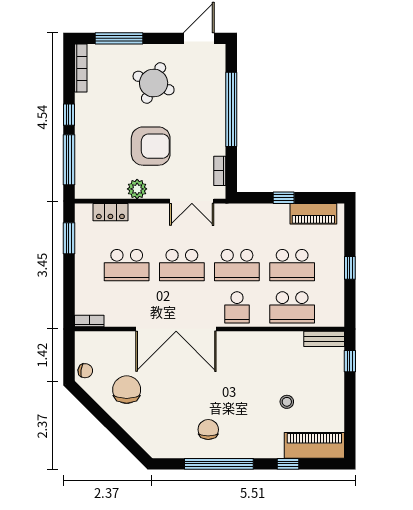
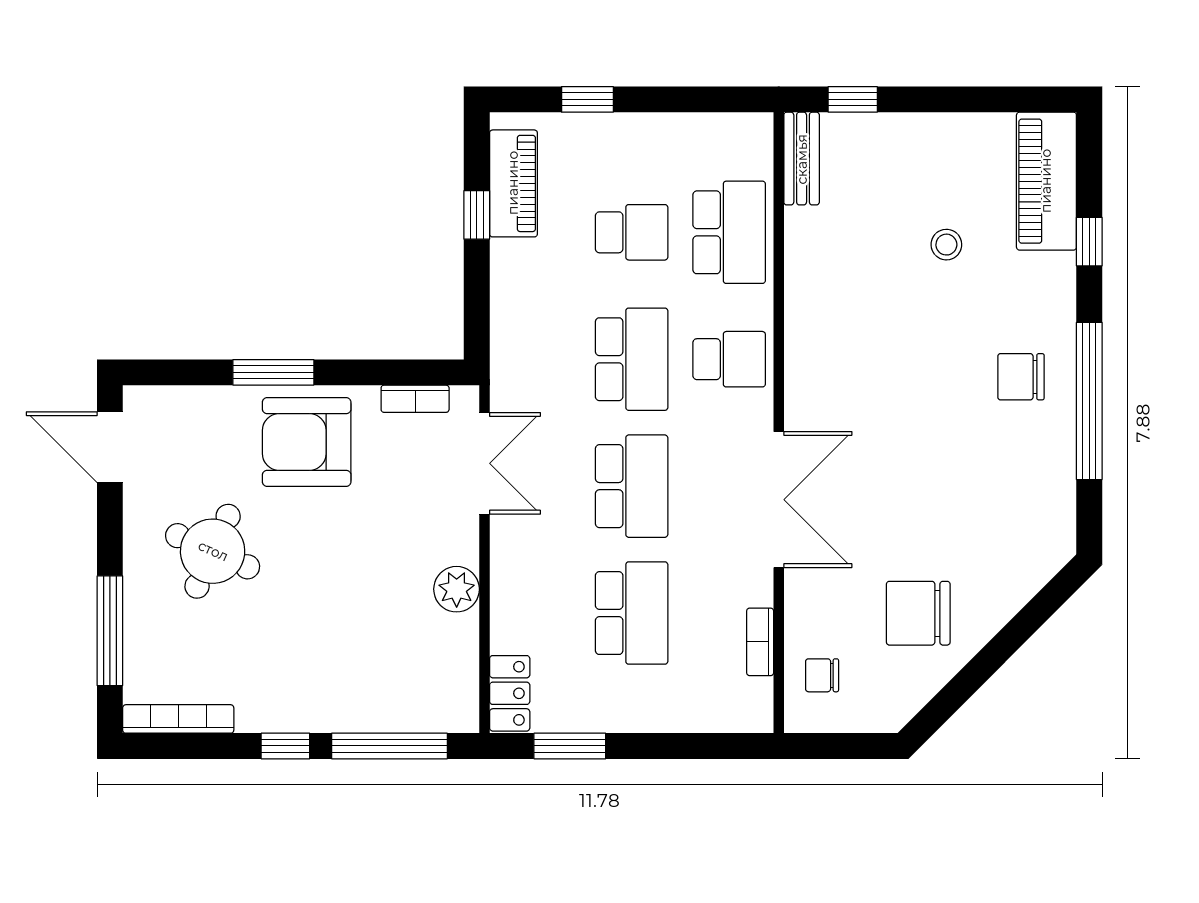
window: (231, 109) -> (273, 372), width x0.47
armchair: (151, 146) -> (307, 442), moved, turned -90
window: (284, 198) -> (477, 215), moved
locker: (110, 212) -> (510, 693), moved
school desk: (292, 265) -> (632, 232), width x0.54
window: (350, 268) -> (587, 99), moved
bookcase: (89, 321) -> (760, 642), moved
double door: (176, 329) -> (779, 500), width x0.73
chair: (85, 371) -> (822, 675), moved, turned -98
chair: (208, 430) -> (1021, 377), moved

